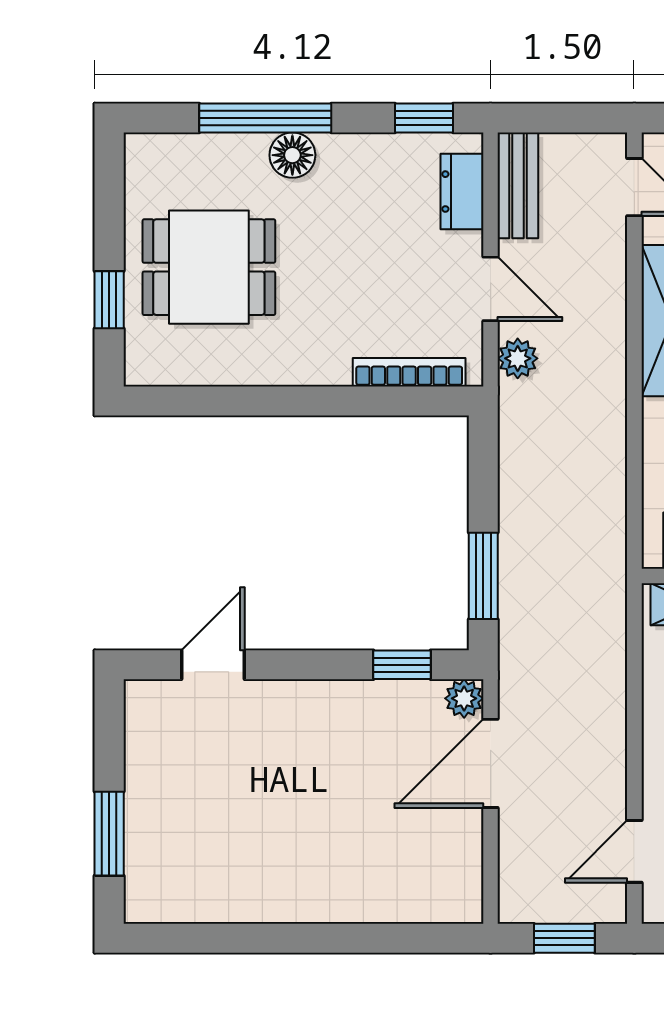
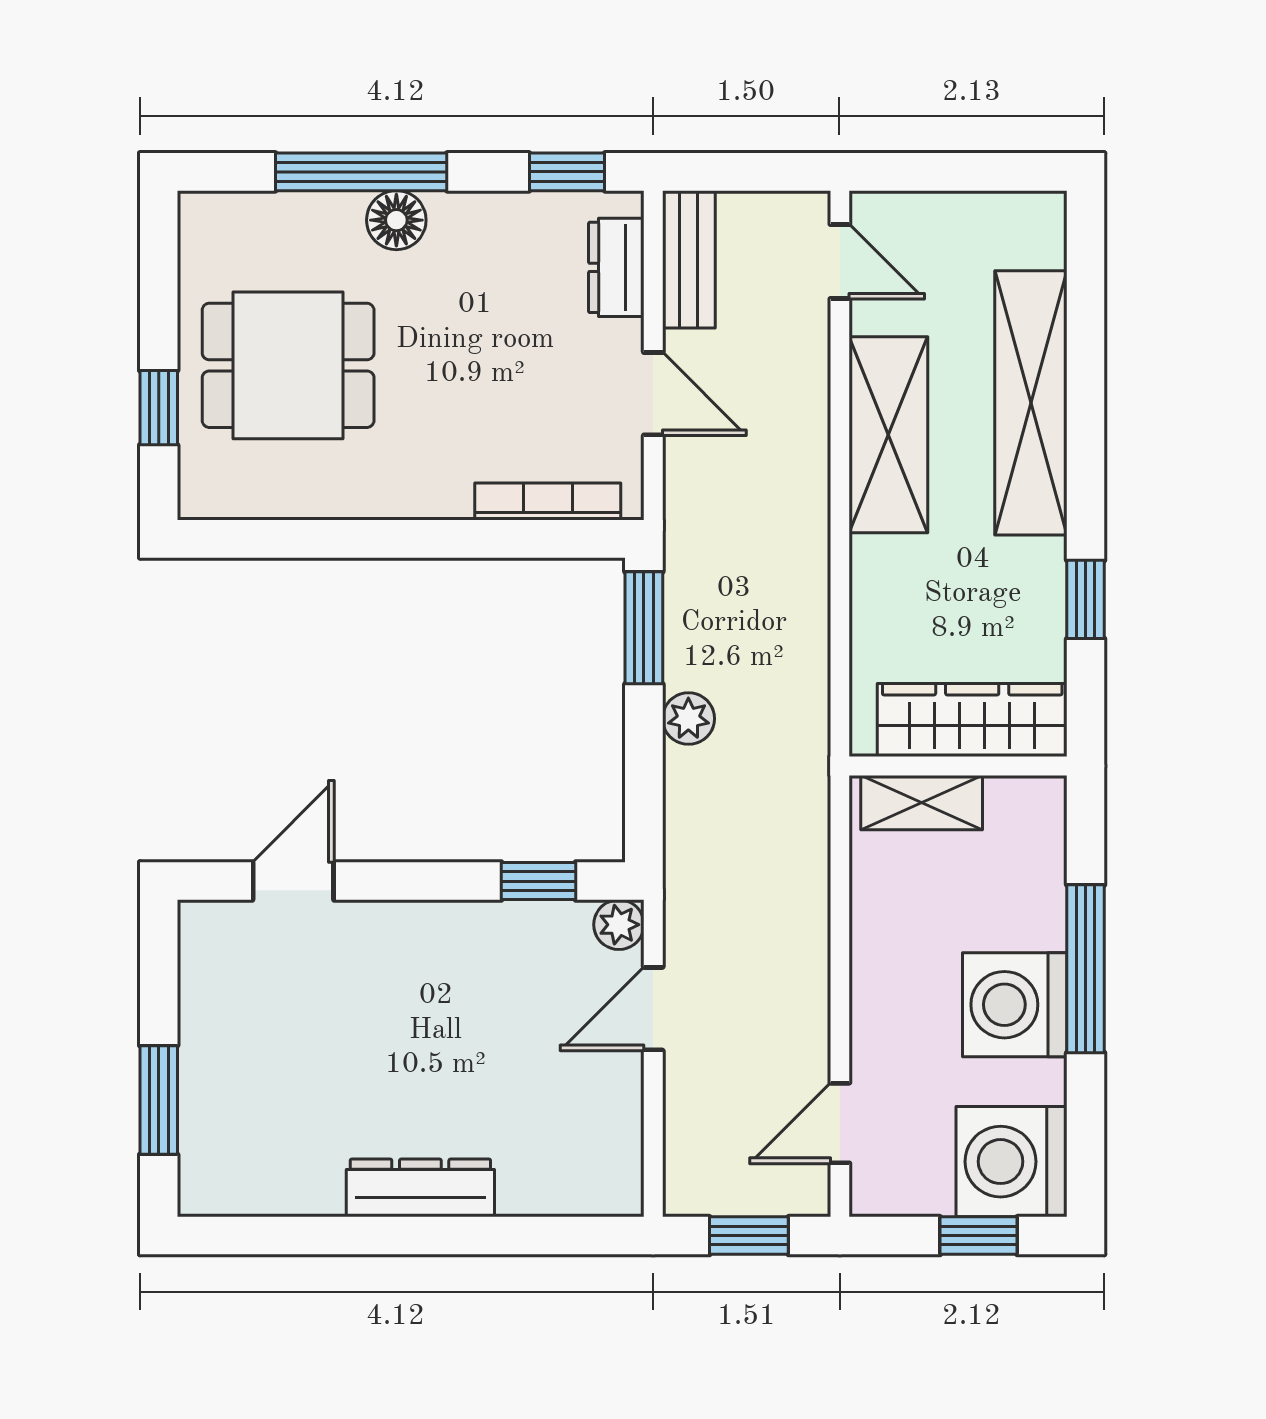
plant: (518, 358) -> (688, 719), moved
window: (483, 576) -> (644, 628), moved
door: (491, 763) -> (653, 1009), width x0.73
dresser: (311, 902) -> (420, 1188), added

